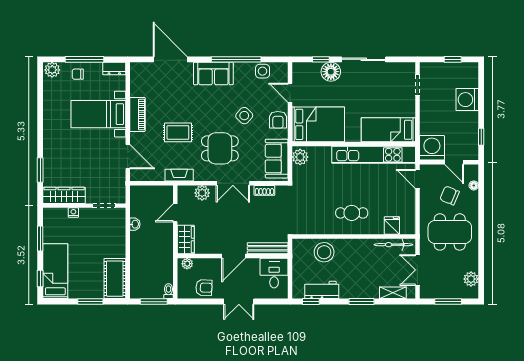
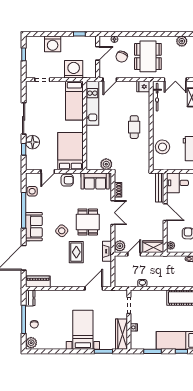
bed with nightstands: (98, 114) -> (83, 330), moved, turned 180
piano: (137, 114) -> (38, 281), moved
side table: (244, 116) -> (62, 231), moved
washing machine: (432, 148) -> (74, 69), moved, turned 90
kitchen unit: (374, 155) -> (92, 103), width x0.73
plant: (300, 157) -> (106, 164), moved
plant: (202, 193) -> (120, 246), moved
door: (175, 213) -> (134, 254), swing flipped
fridge: (392, 225) -> (143, 87), moved

